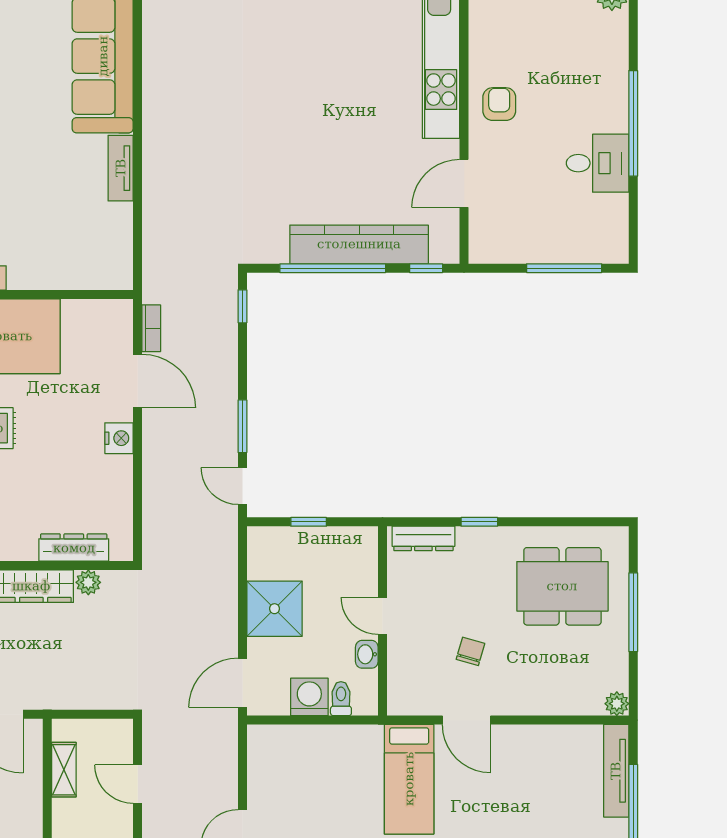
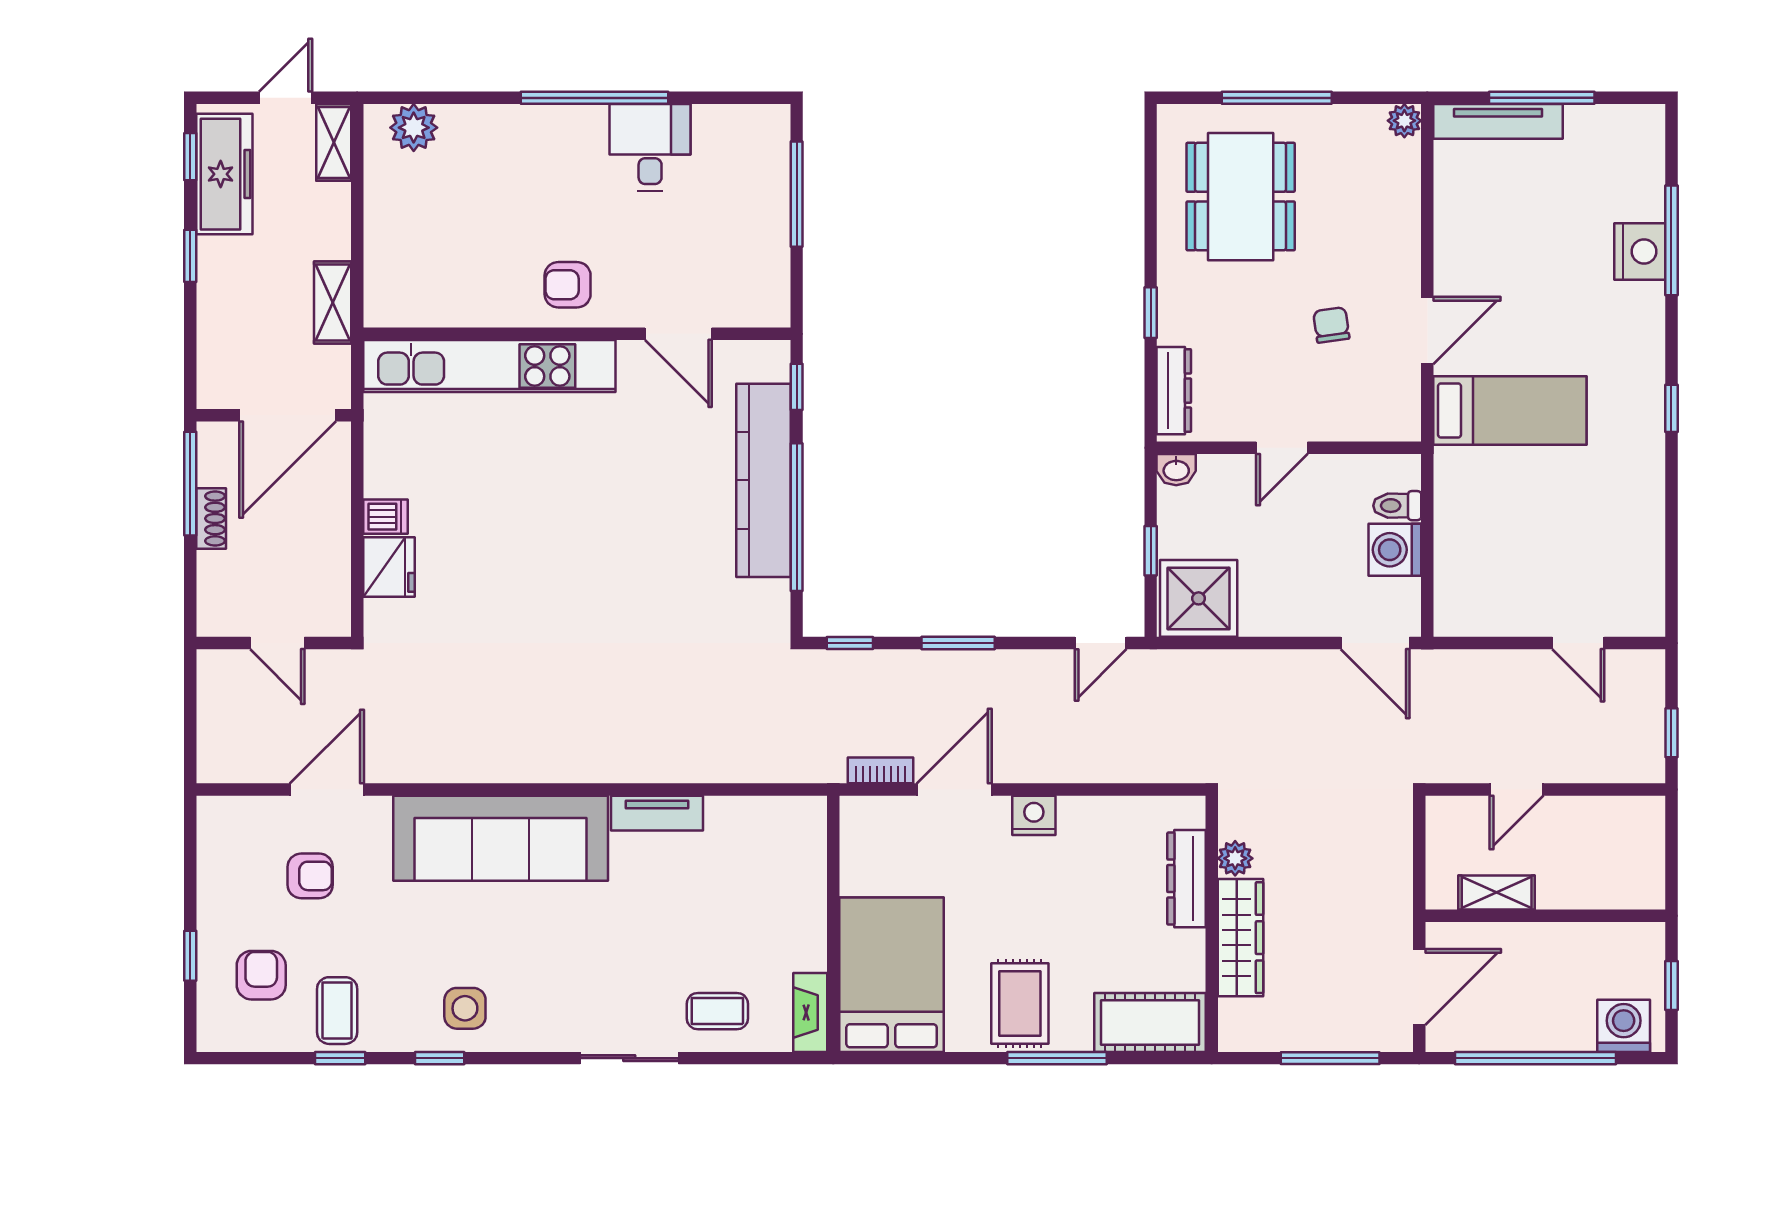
window: (242, 426) -> (958, 643), moved
shower: (274, 609) -> (1199, 598), moved
chair: (470, 651) -> (1331, 325), turned 66
washbasin: (367, 654) -> (1176, 470), moved

